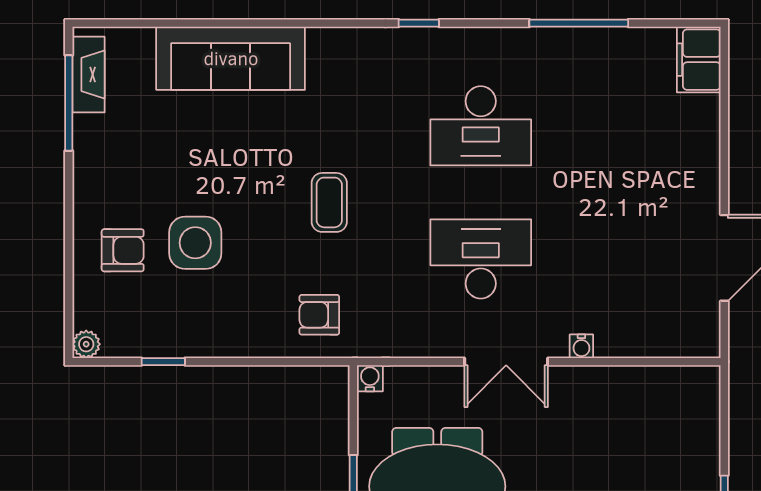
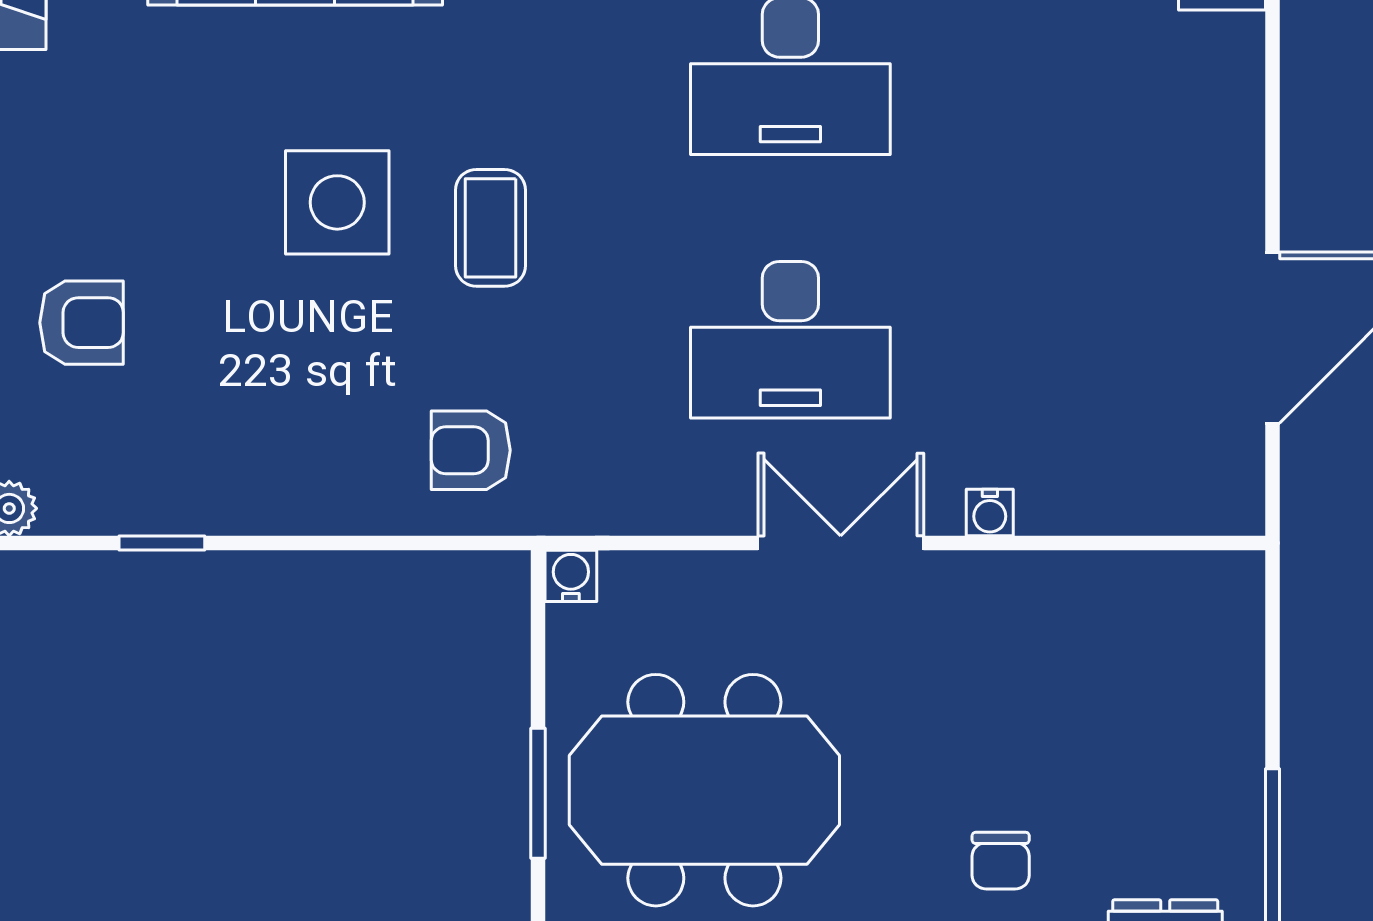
side table: (195, 243) -> (337, 202), moved
desk: (481, 259) -> (790, 340), turned 180
double door: (506, 362) -> (841, 543), swing flipped

